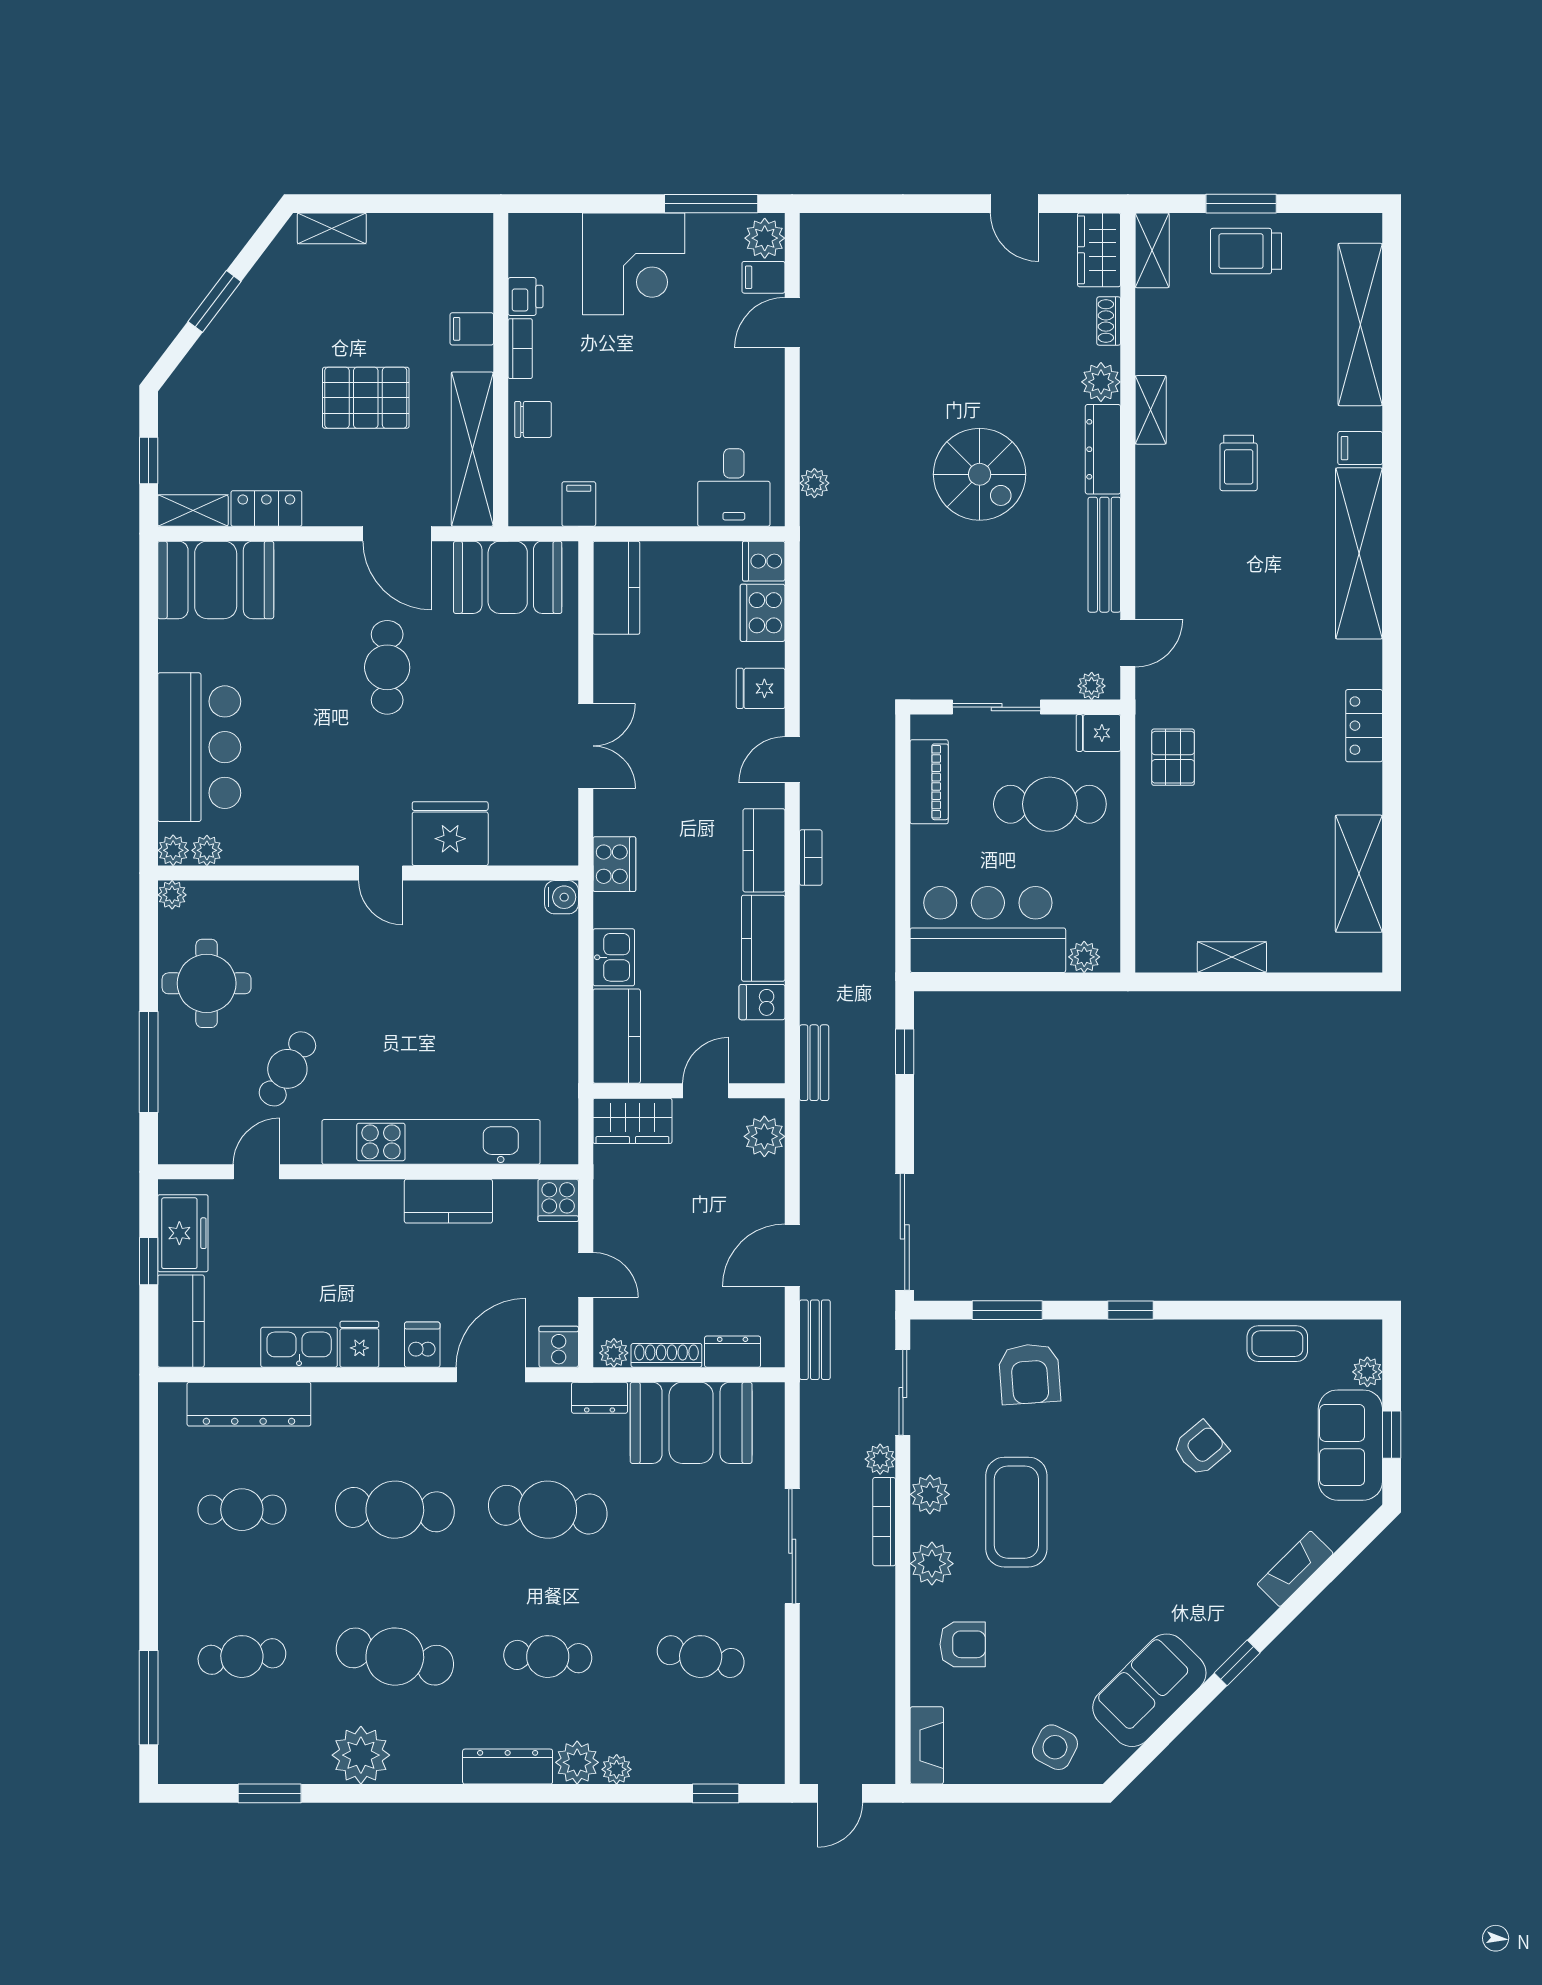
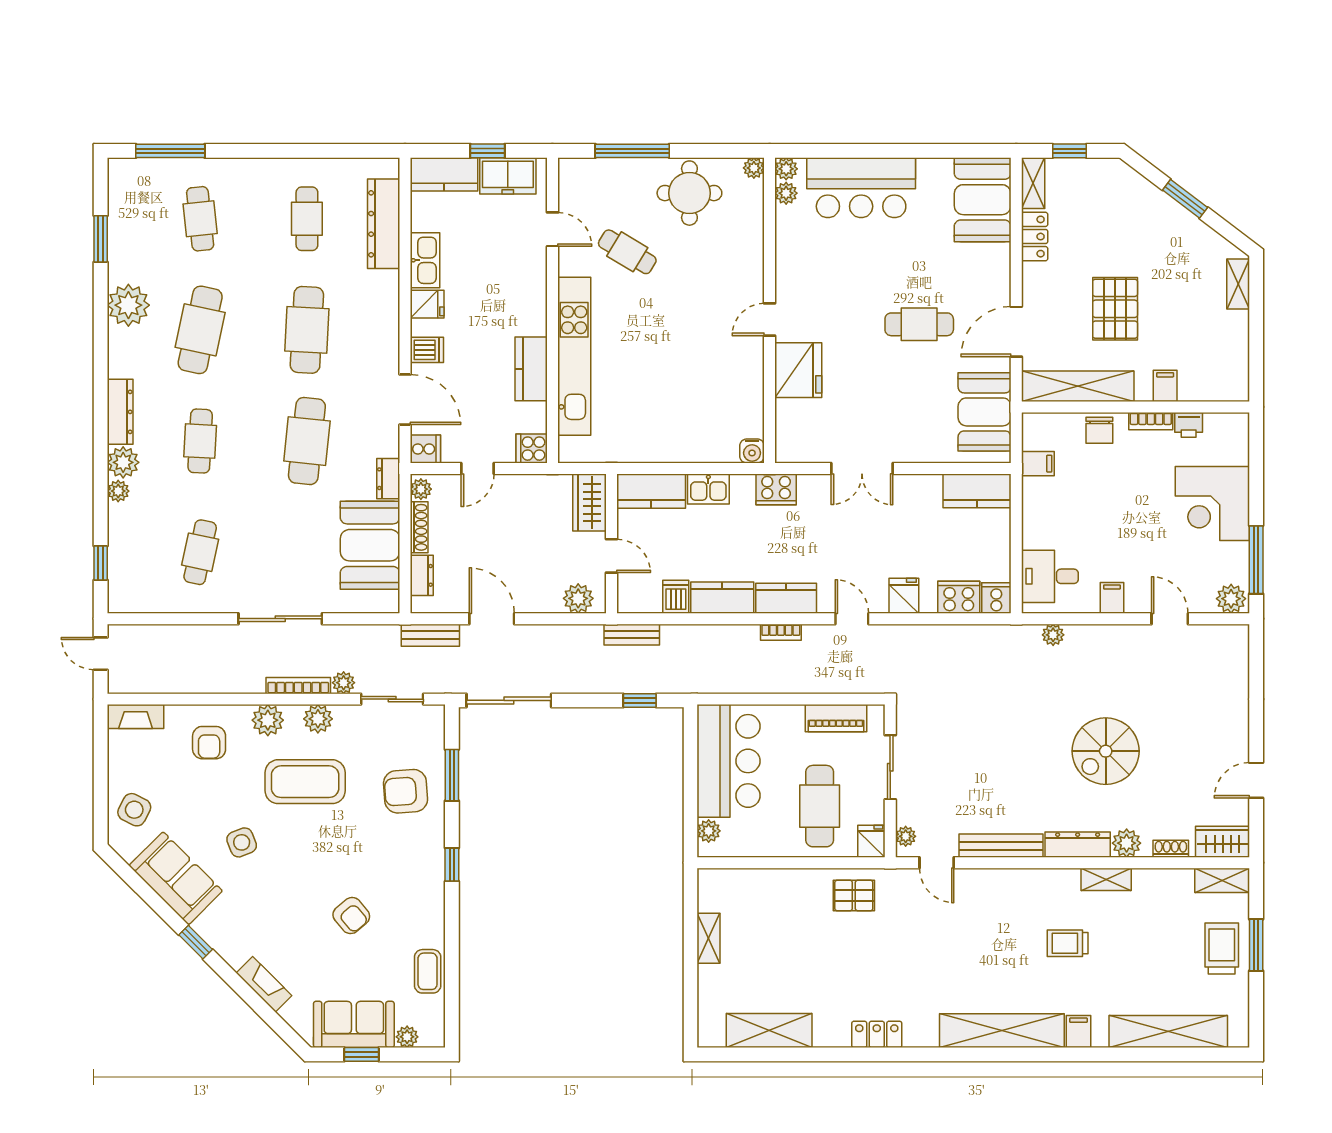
filing cabinet: (763, 277) -> (1112, 598), moved
spiral stairs: (980, 474) -> (1106, 751), moved
side table: (1100, 1599) -> (242, 842), added

